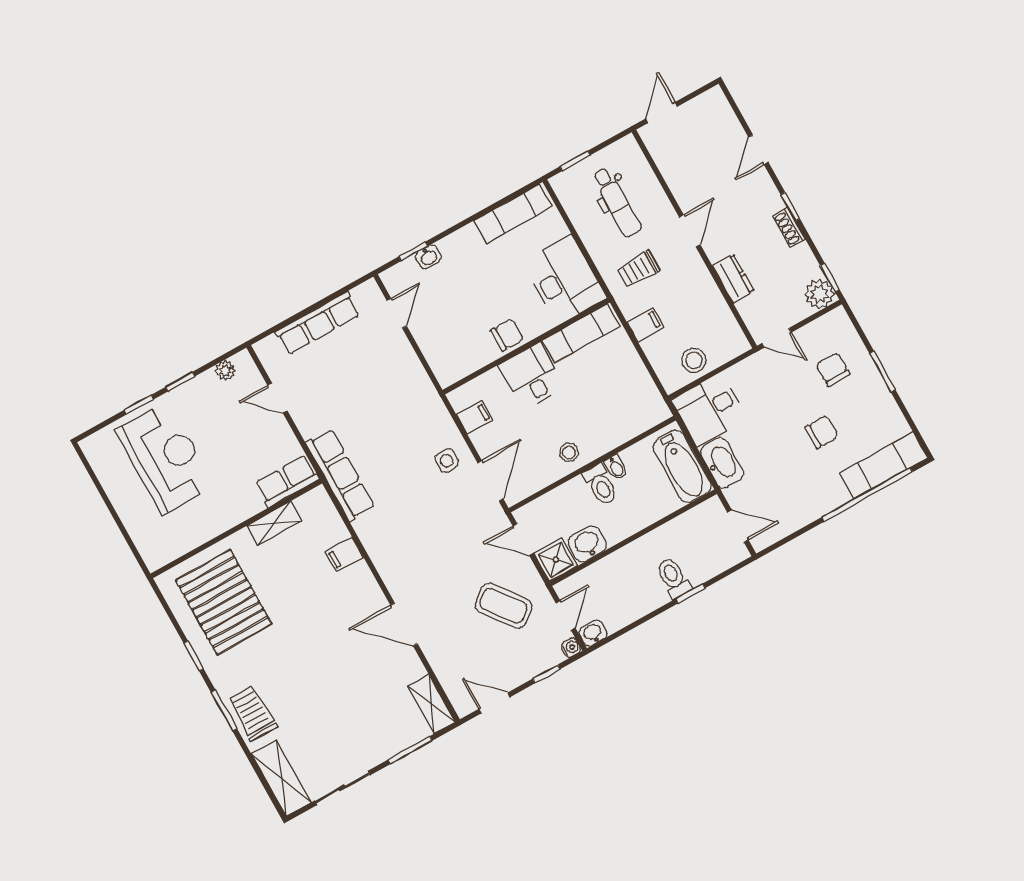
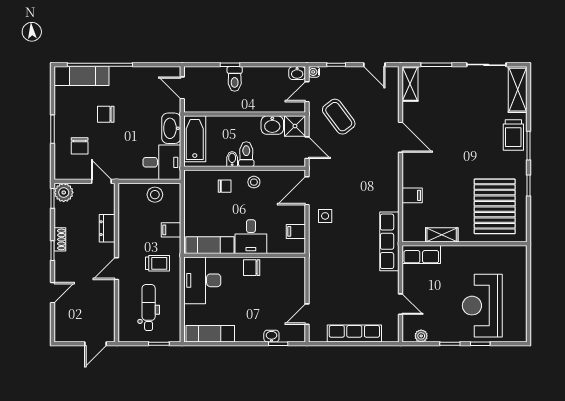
chair: (606, 425) -> (225, 186), added

